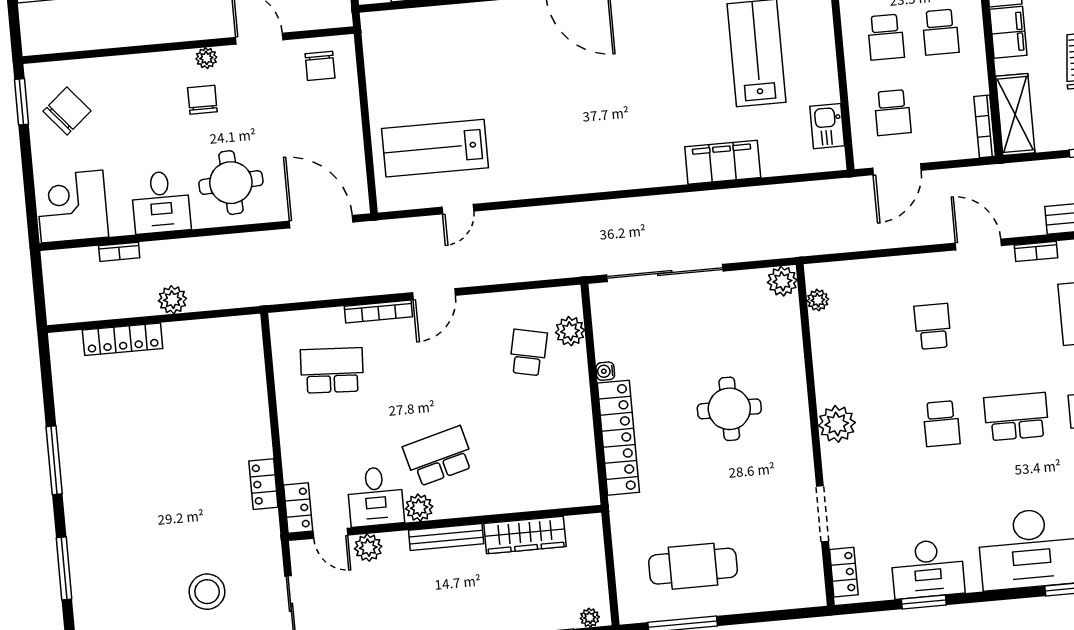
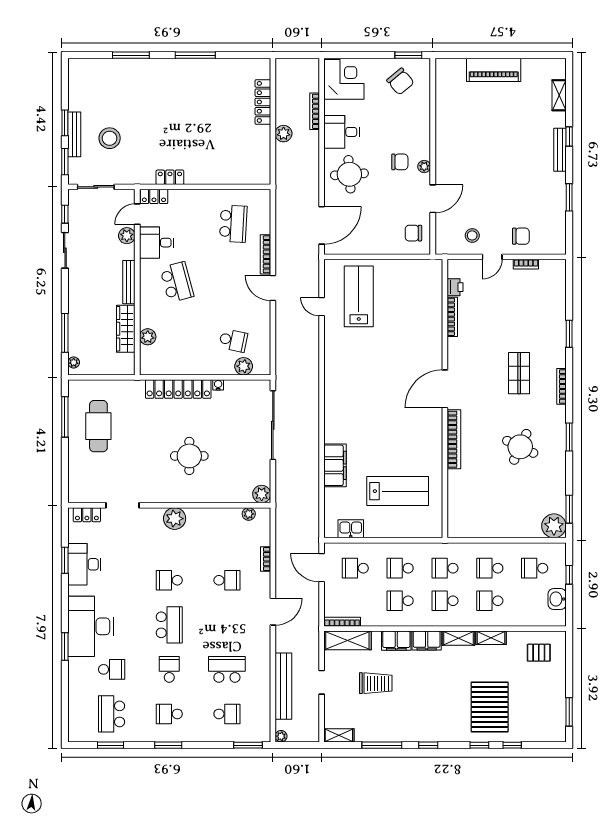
bookcase: (1036, 251) -> (266, 559), moved
bookcase: (119, 252) -> (315, 111), width x1.56
plant: (419, 508) -> (148, 337), moved

